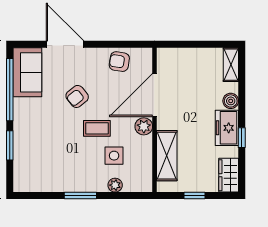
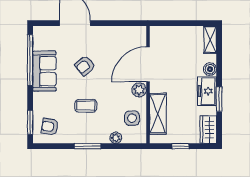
armchair: (119, 62) -> (50, 127), moved
sofa: (27, 72) -> (44, 71), moved
coffee table: (97, 128) -> (86, 106), moved
window: (242, 138) -> (219, 99), width x1.50
window: (10, 145) -> (30, 122), moved
side table: (114, 156) -> (132, 118), moved

